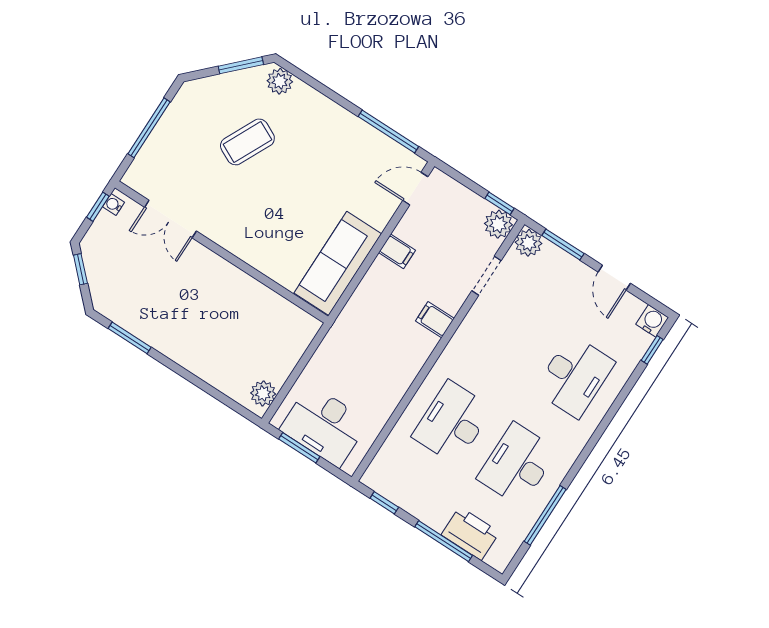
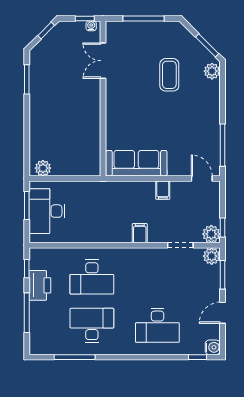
coffee table: (247, 142) -> (169, 75), turned 64
desk: (452, 422) -> (92, 277), turned 180
printer: (470, 534) -> (40, 285), moved

